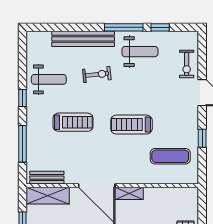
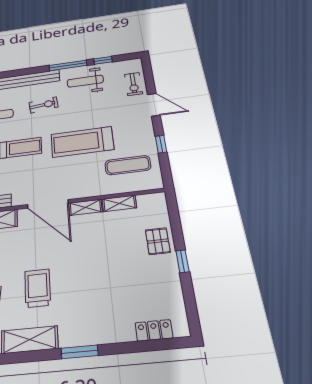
weight bench: (140, 52) -> (85, 81), turned 180
treadmill: (131, 125) -> (82, 142), width x1.37, depth x1.38
shelving: (158, 193) -> (119, 203), added

